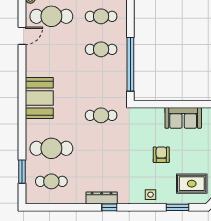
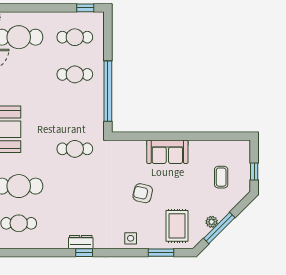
armchair: (161, 155) -> (143, 193), turned -77
rug: (192, 184) -> (177, 226), turned 90
dresser: (102, 198) -> (81, 242), width x0.70

